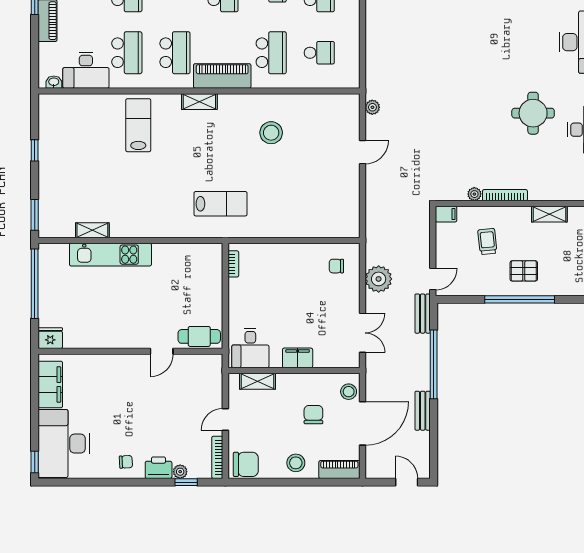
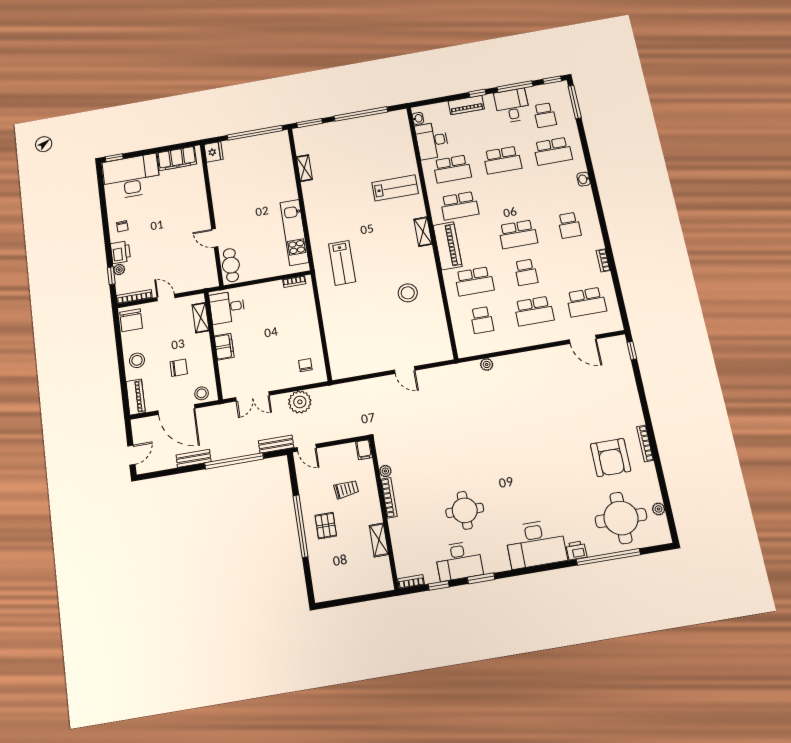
plant: (372, 107) -> (487, 364), moved
window: (35, 150) -> (361, 114), width x3.17
kitchen unit: (110, 255) -> (294, 232), moved

